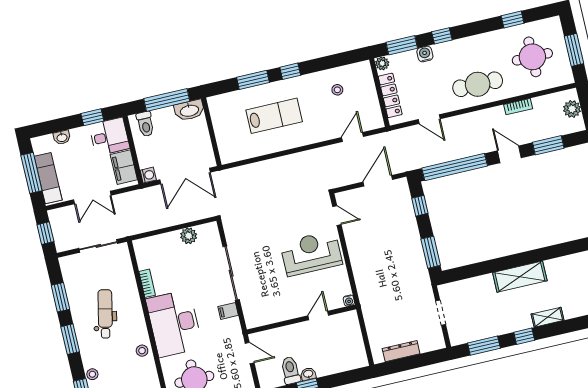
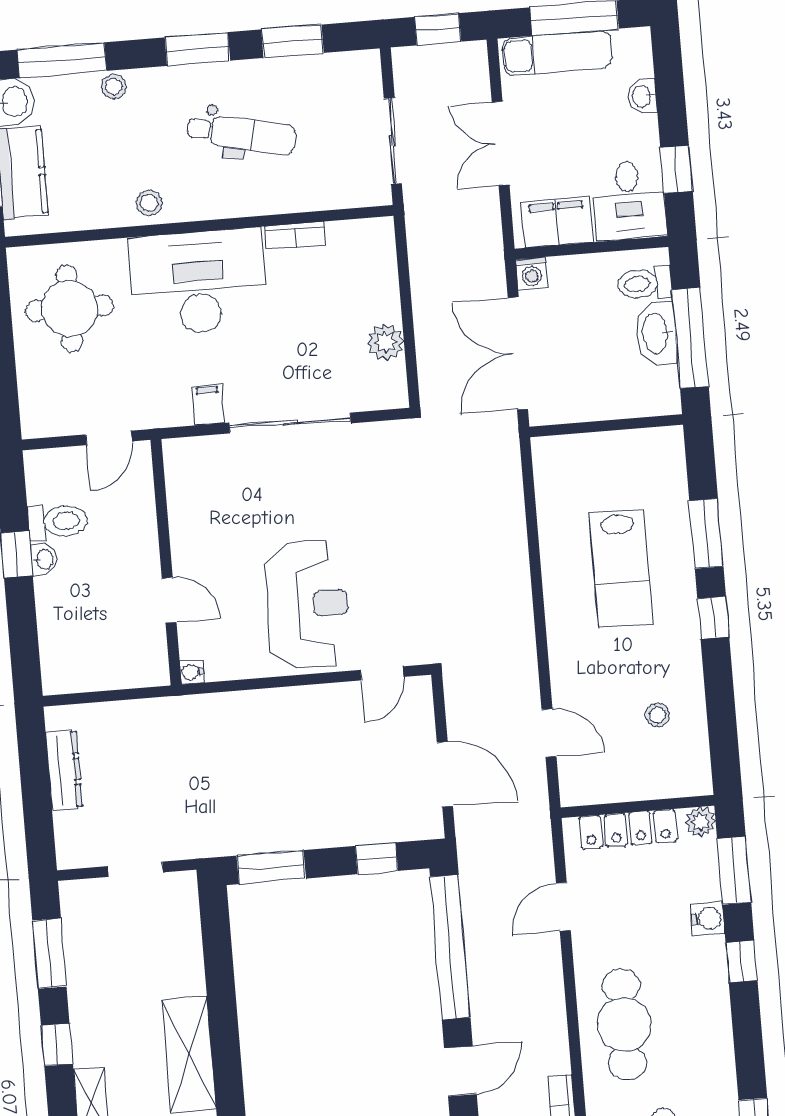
washbasin: (189, 110) -> (656, 333), moved

